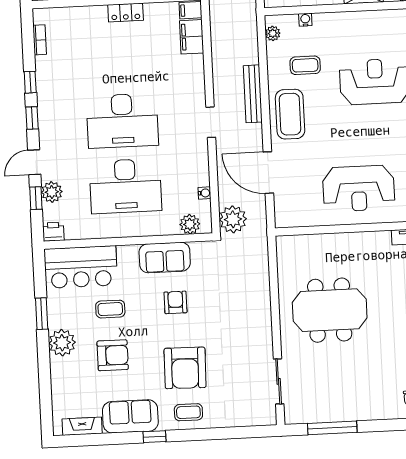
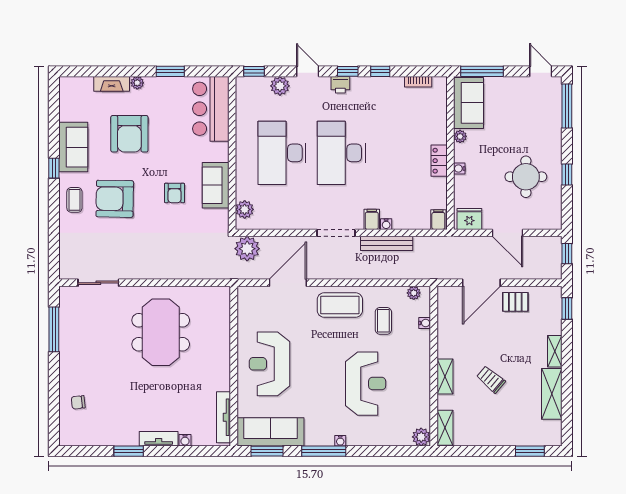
filing cabinet: (192, 37) -> (372, 219), moved, width x0.50
bench: (253, 94) -> (387, 243), moved
doorway: (211, 122) -> (336, 233), width x1.38
water cooler: (204, 193) -> (386, 224), moved
window: (36, 198) -> (254, 71), moved
printer: (53, 232) -> (340, 85), moved, turned 90
armchair: (175, 302) -> (174, 193), turned 90
coffee table: (110, 309) -> (171, 134), removed
plant: (62, 343) -> (137, 83), width x0.53, depth x0.53
armchair: (113, 355) -> (129, 134), width x1.36, depth x1.36
fireplace: (82, 426) -> (112, 84), moved, turned 90

